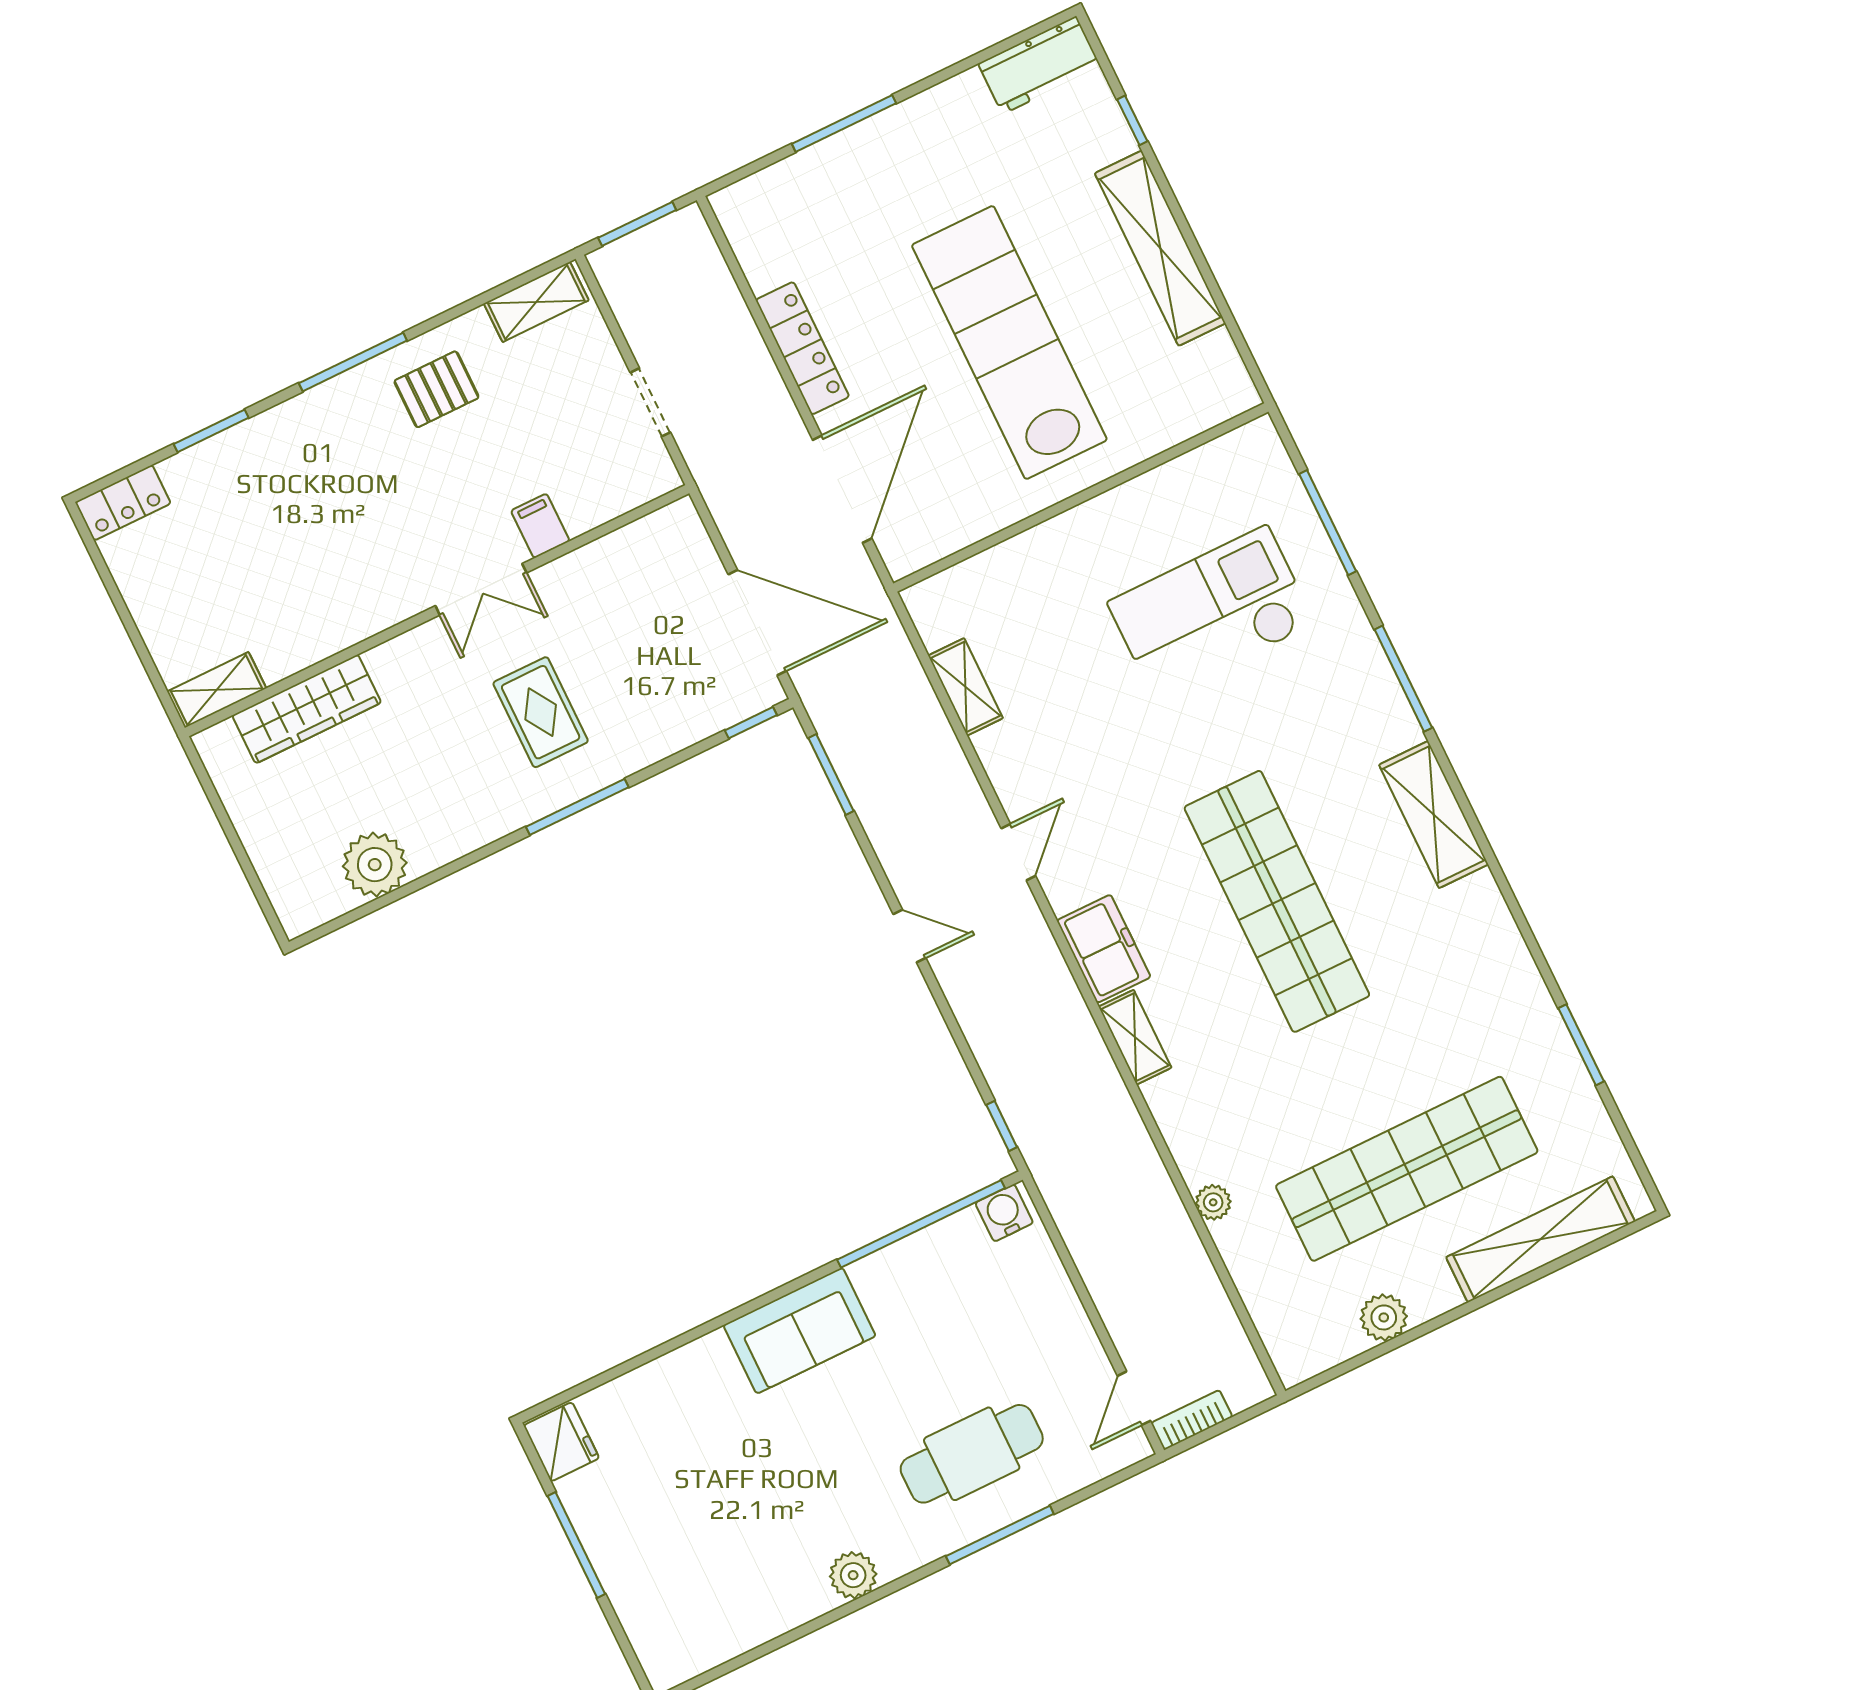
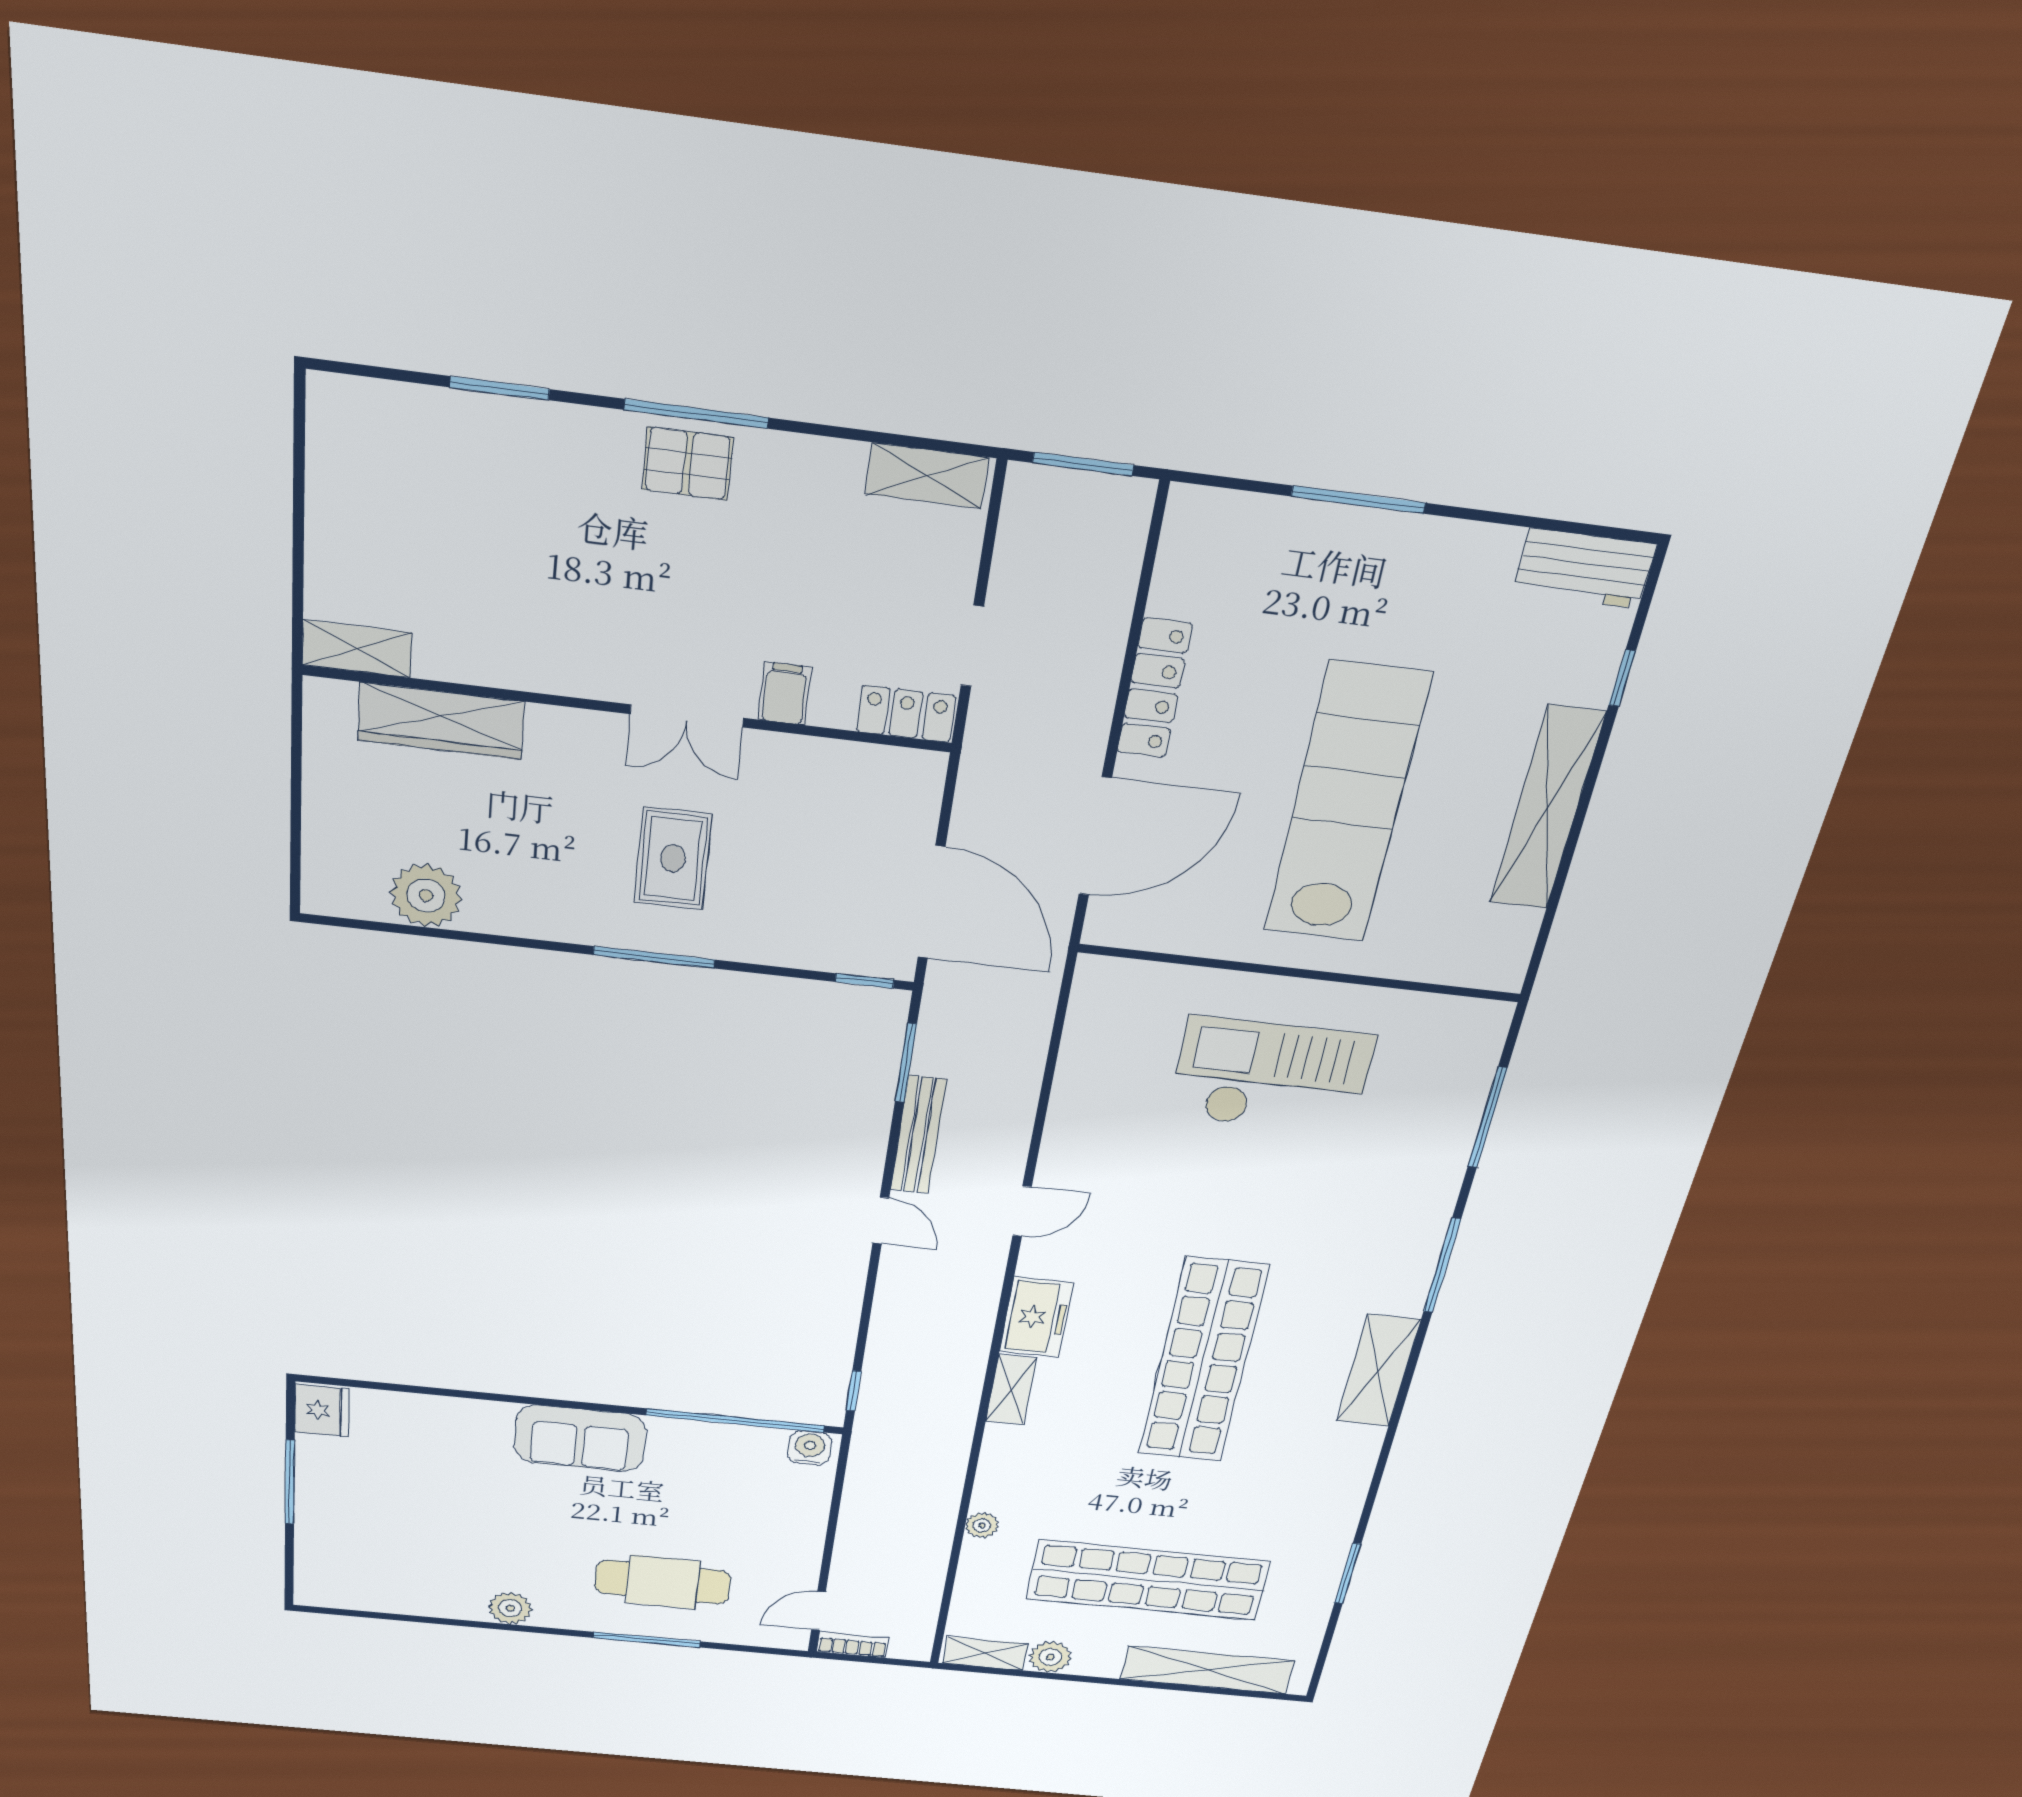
pallet: (436, 389) -> (688, 464), moved
locker: (123, 503) -> (906, 714), moved, turned 180
checkout: (1211, 613) -> (1271, 1076), moved
shelving: (966, 687) -> (985, 1653), moved, turned 90
bench: (885, 834) -> (918, 1135), added

